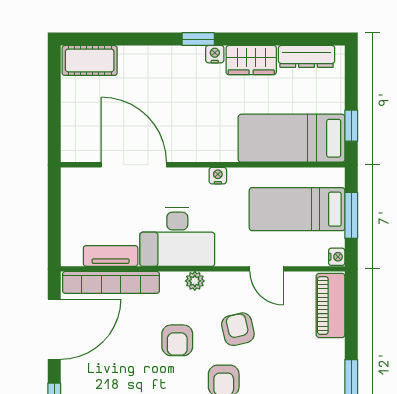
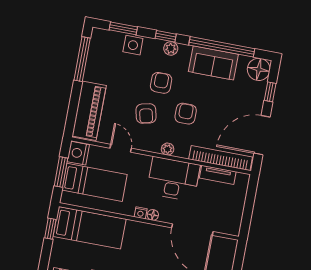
floor lamp: (198, 176) -> (153, 215), added
nightstand: (337, 257) -> (78, 153), width x1.89, depth x1.79
piano: (331, 305) -> (89, 111), width x1.37, depth x1.33

